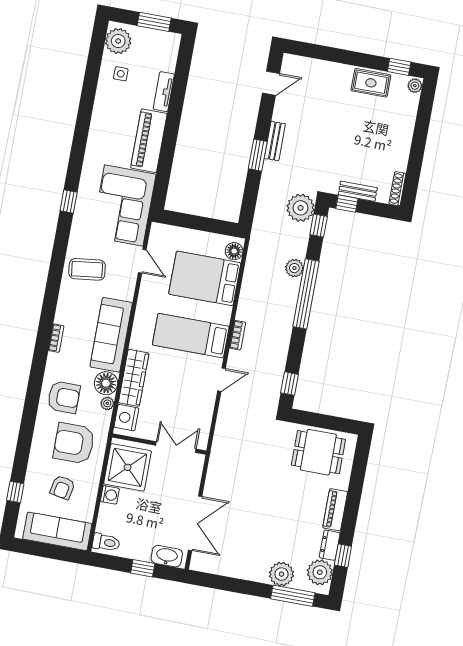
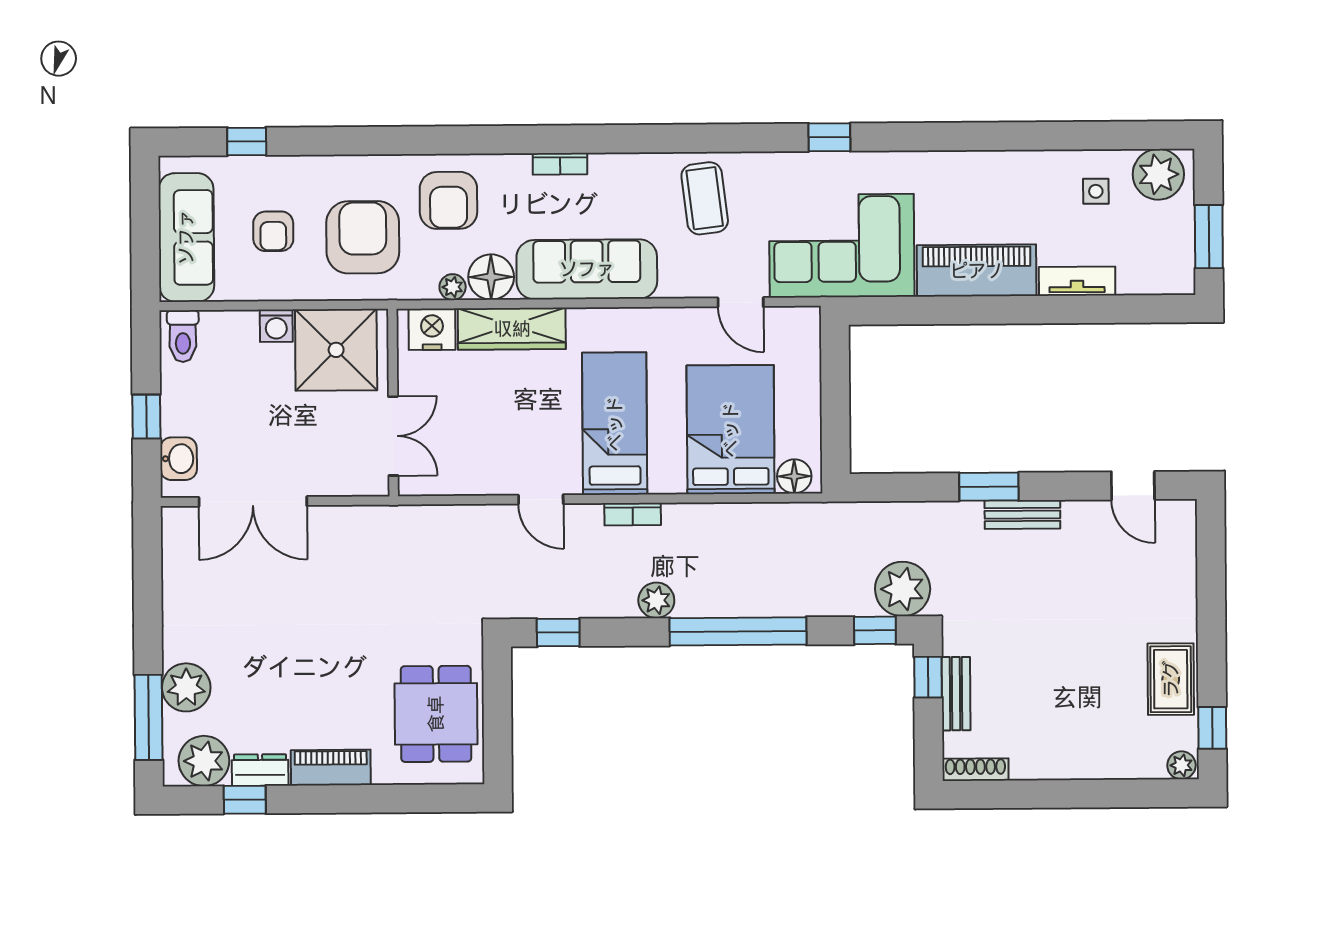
door: (142, 261) -> (741, 302), hinge flipped
plant: (294, 268) -> (656, 600), moved
armchair: (62, 487) -> (273, 231), turned -101
washbasin: (167, 556) -> (179, 459), width x0.72

